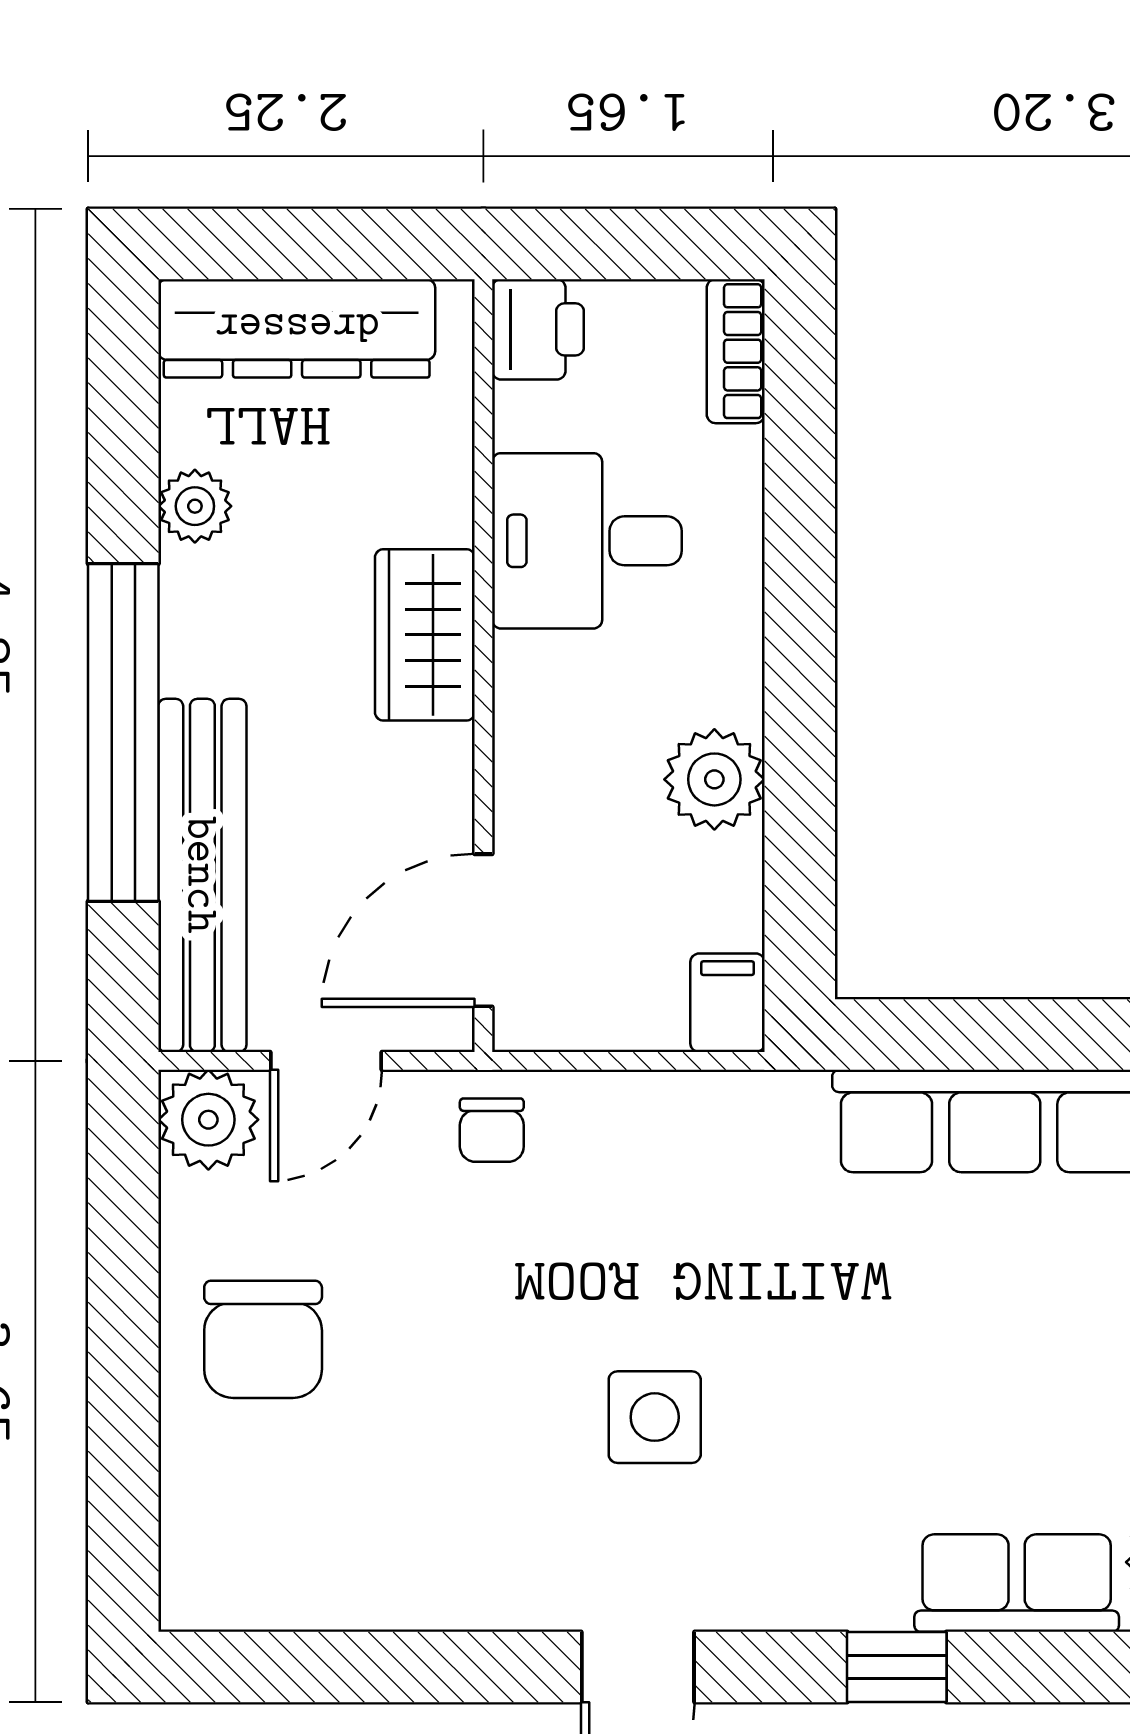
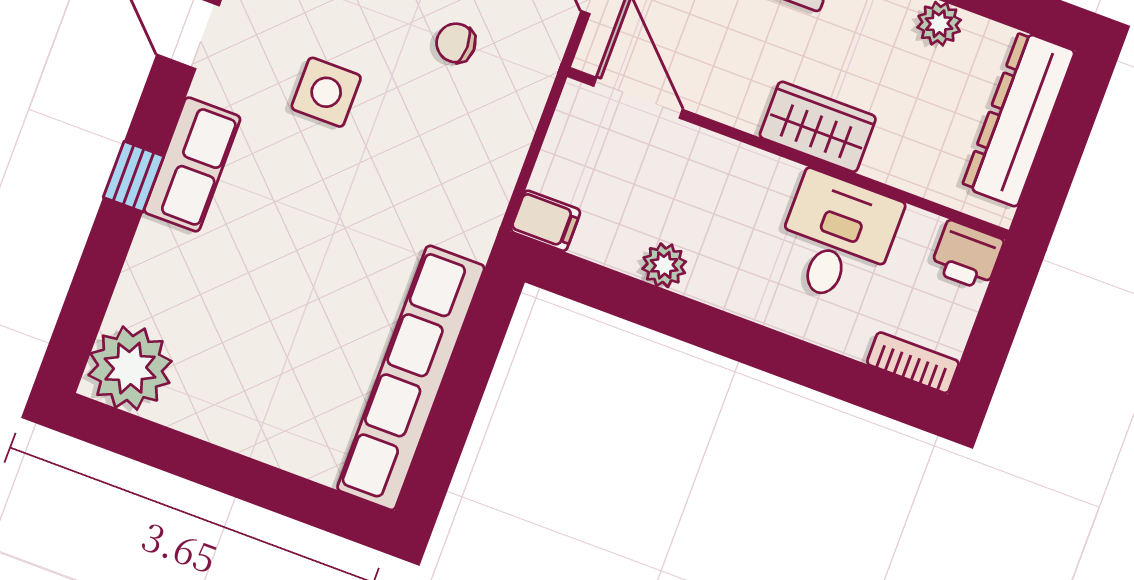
plant: (714, 779) -> (664, 265), width x0.73, depth x0.73
chair: (492, 1130) -> (456, 43), moved
row of seats: (1017, 1583) -> (192, 164), moved

